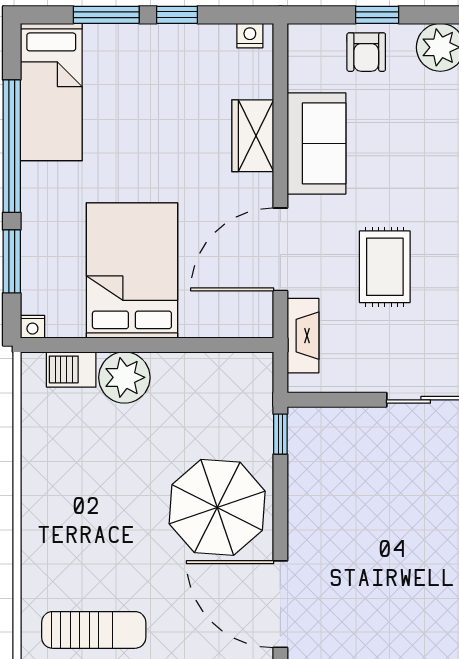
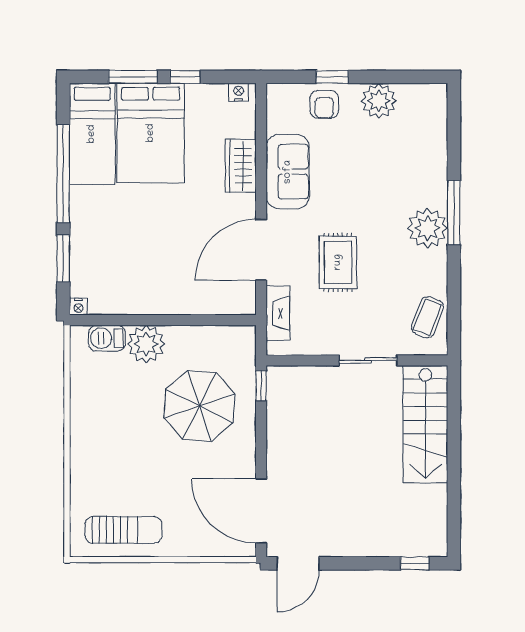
bed: (132, 271) -> (151, 133), moved, turned 180
parasol: (217, 507) -> (199, 406), moved

